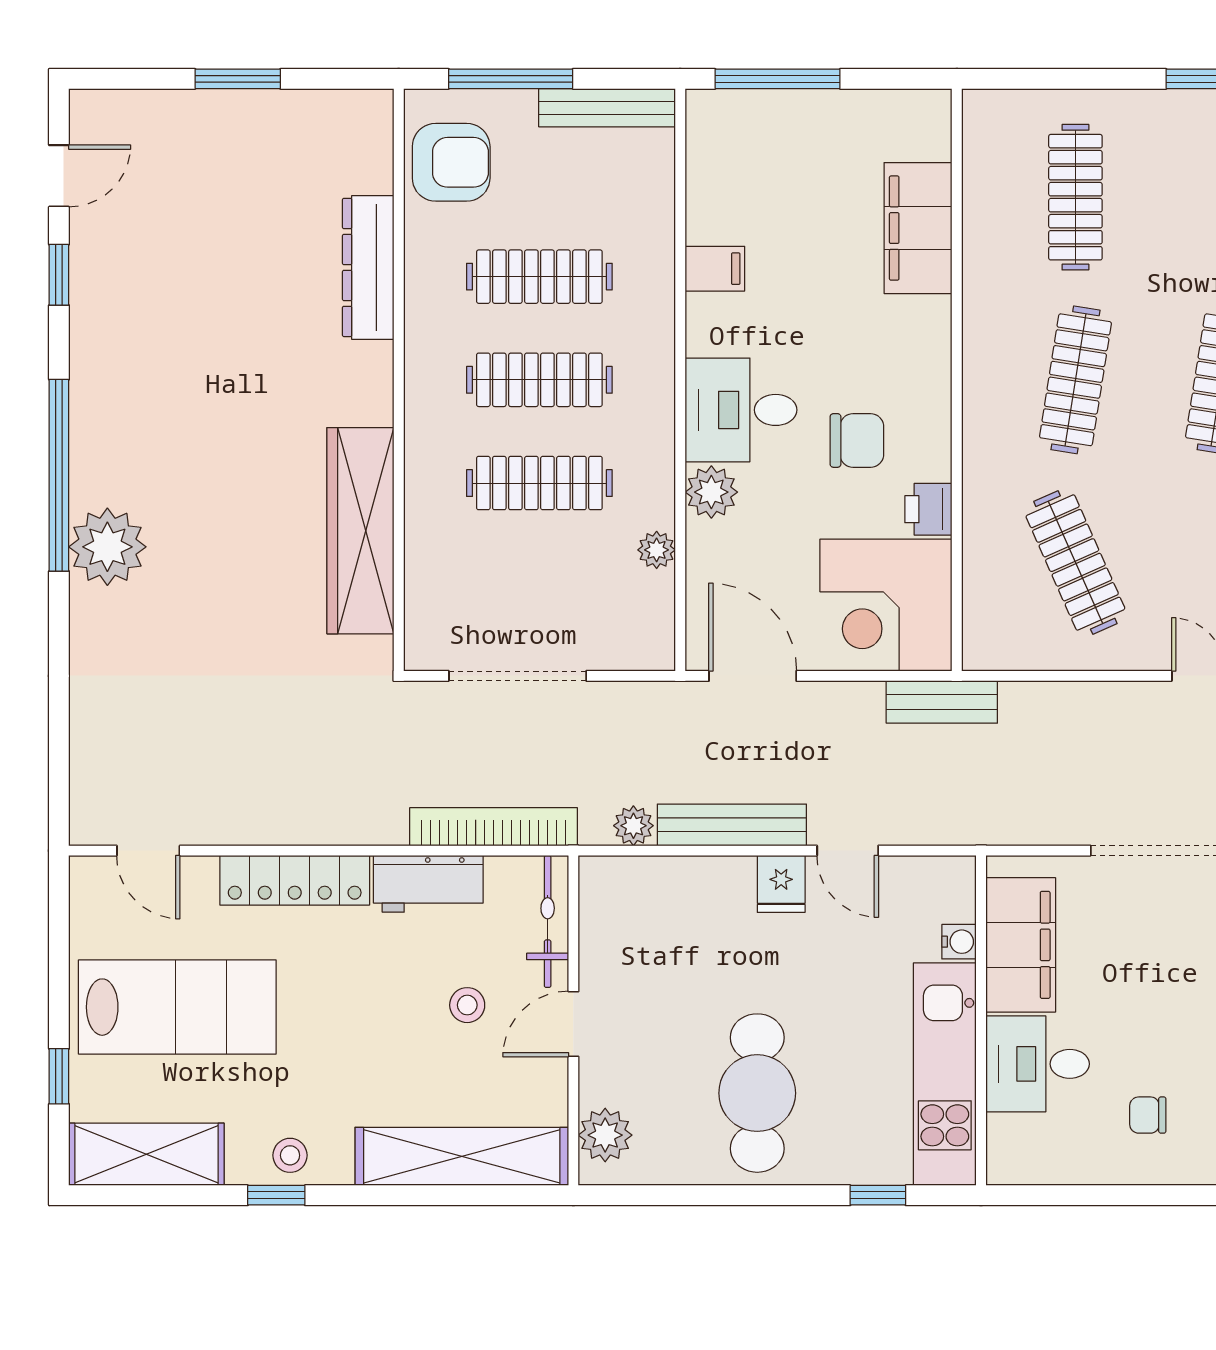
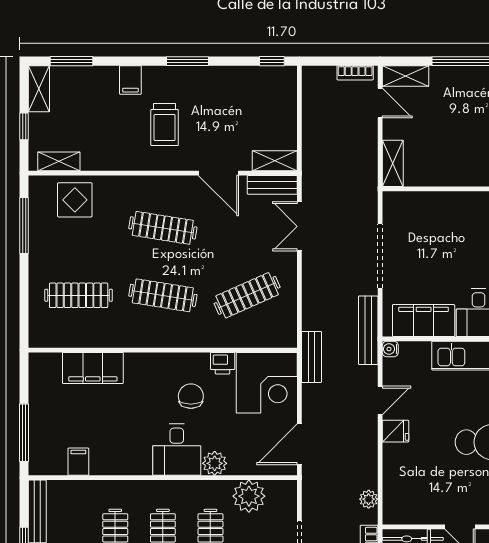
filing cabinet: (715, 269) -> (78, 462), moved
plant: (657, 550) -> (249, 496), width x1.88, depth x1.88
bench: (732, 825) -> (368, 330), moved
water cooler: (959, 942) -> (390, 349), moved, turned -90

